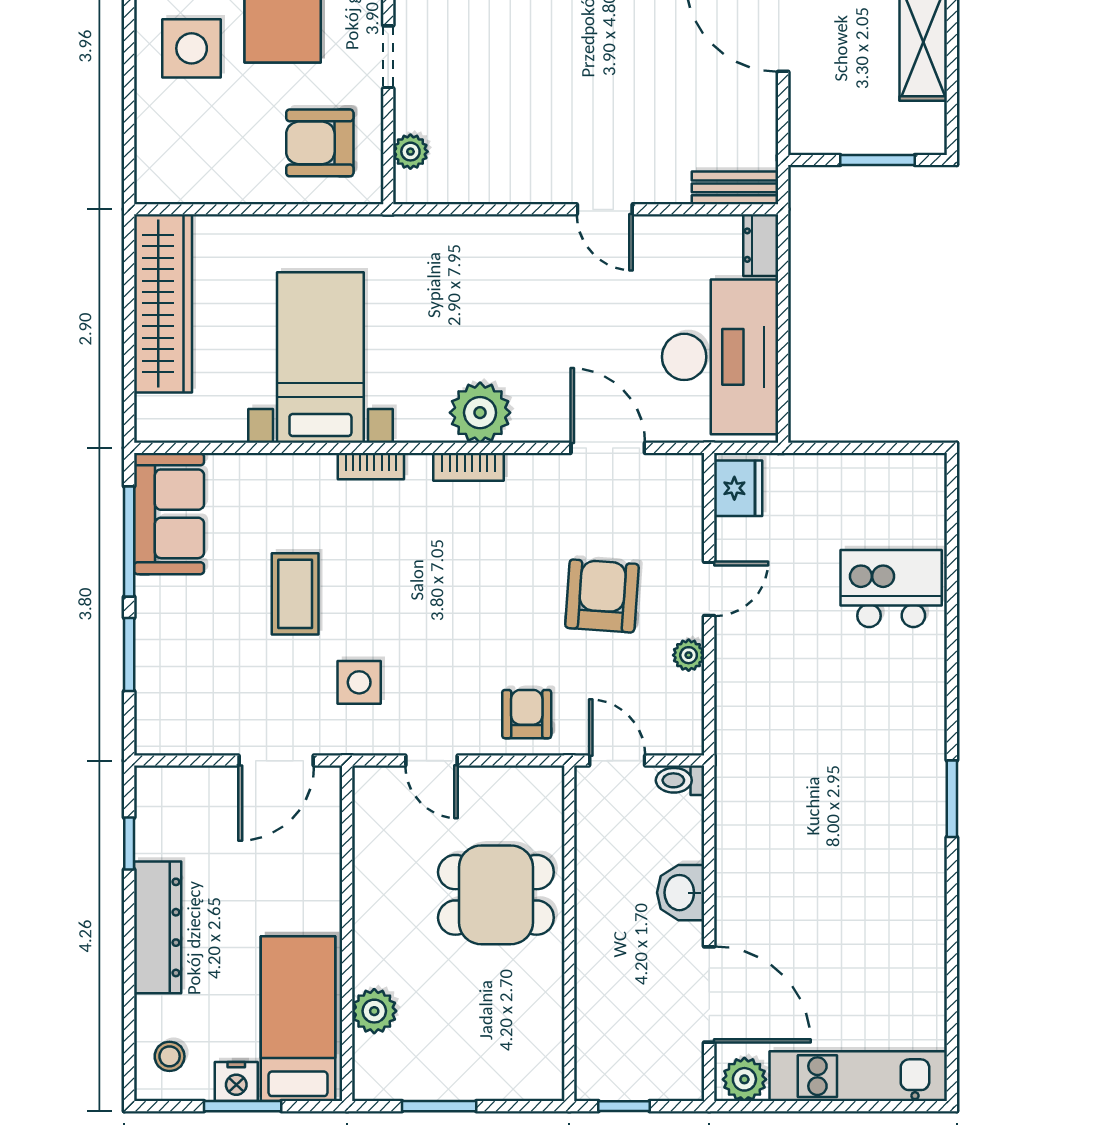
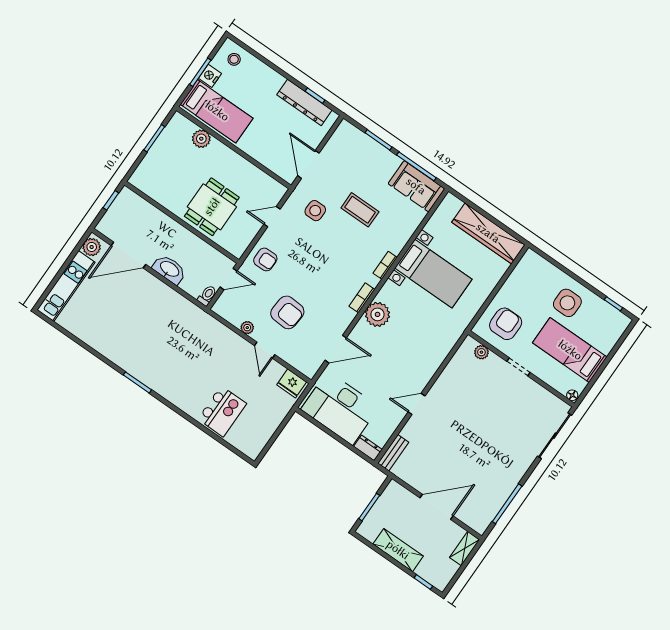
washbasin: (681, 893) -> (169, 269), width x1.38
dresser: (158, 927) -> (304, 102), moved

